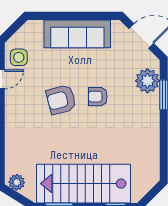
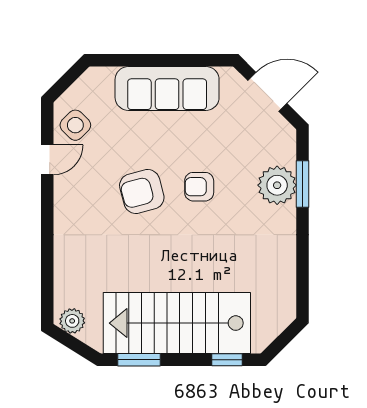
side table: (19, 57) -> (75, 125), turned 45
plant: (147, 81) -> (277, 185), moved

